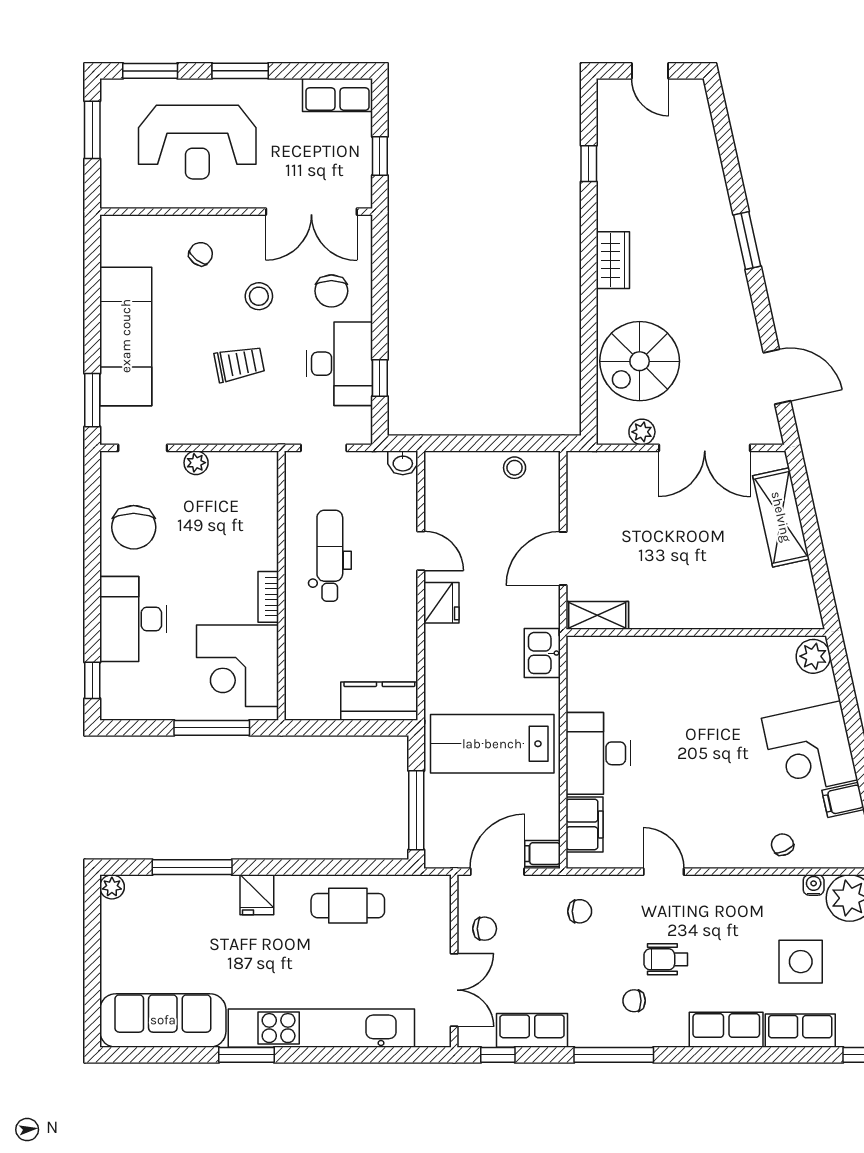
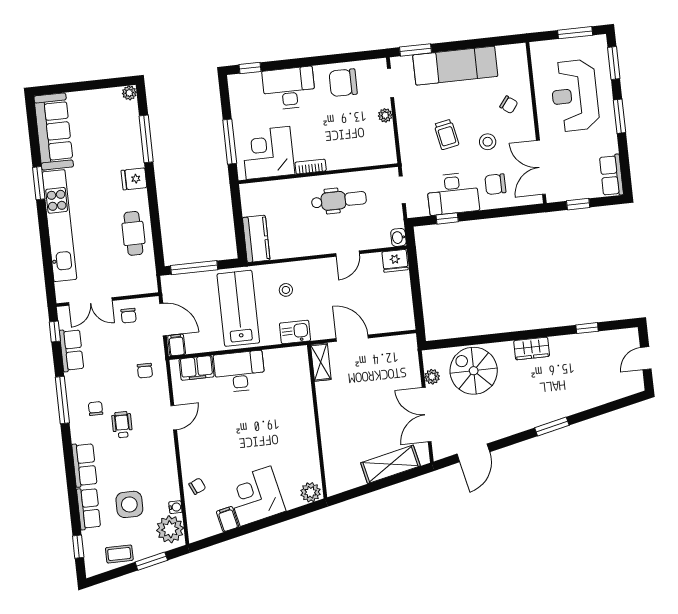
stool: (515, 468) -> (286, 290), moved
fridge: (441, 603) -> (395, 261), moved

